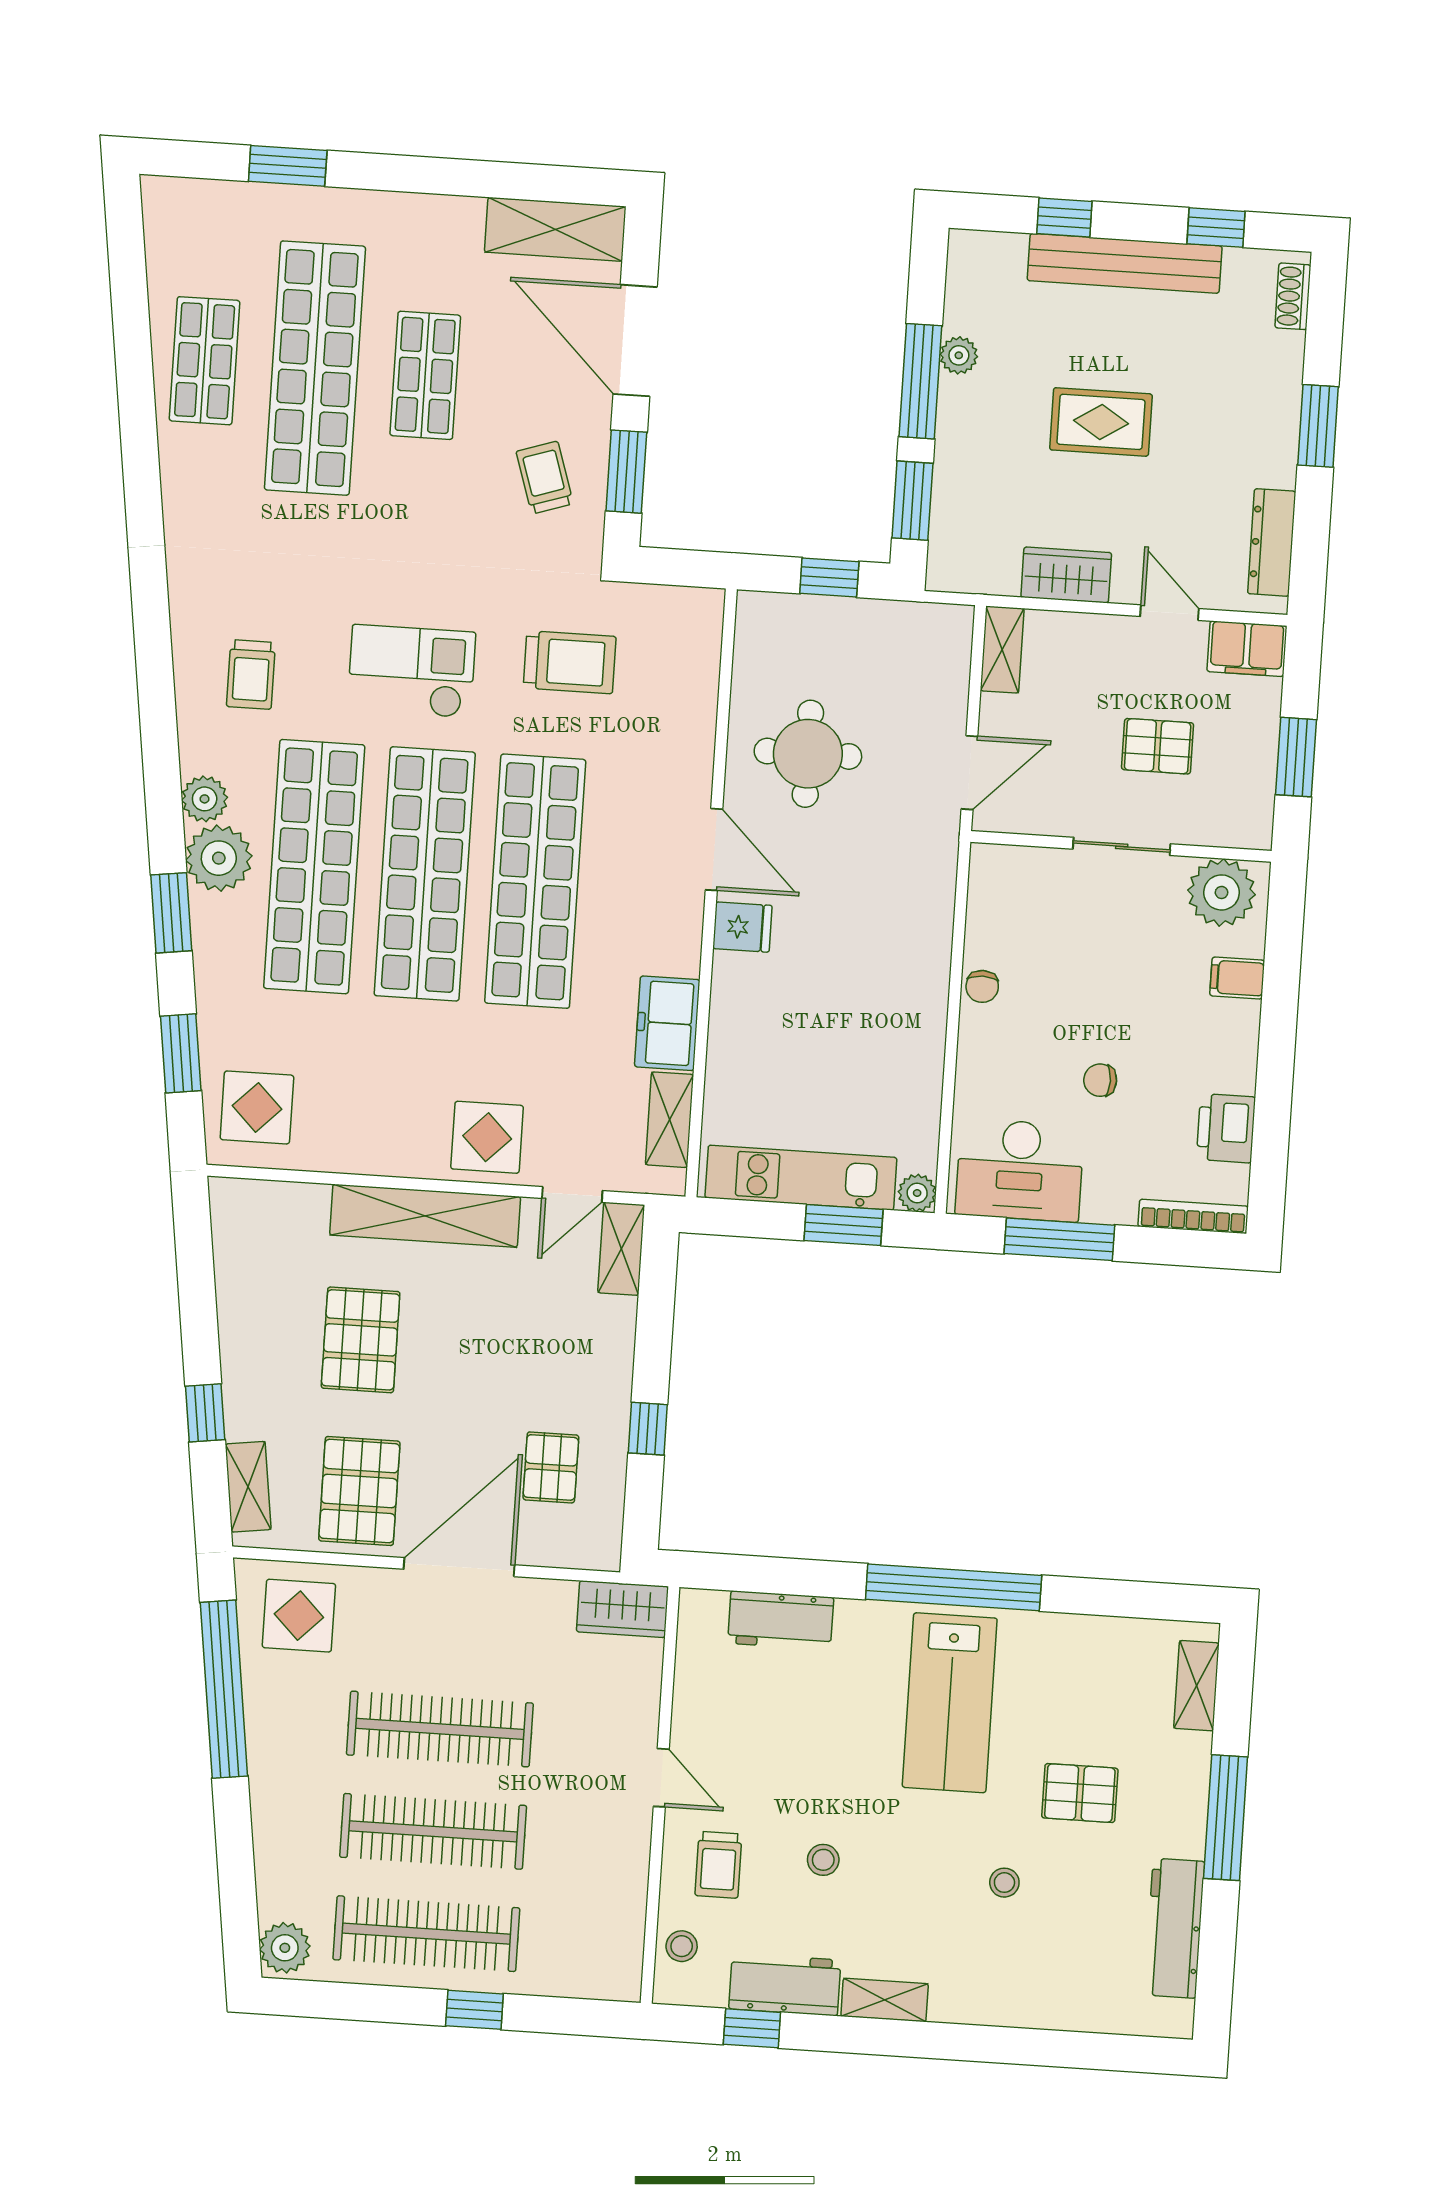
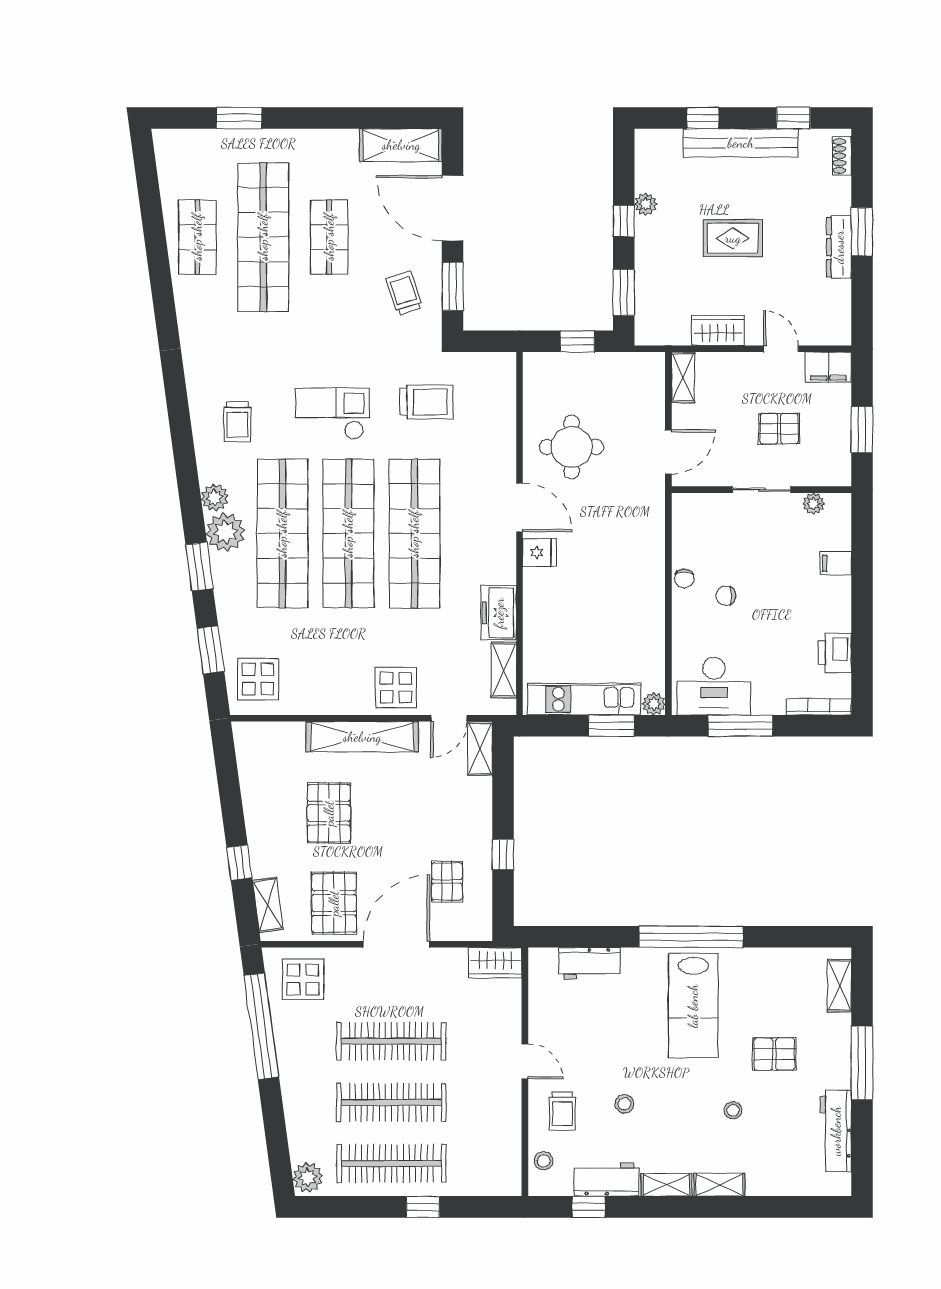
window: (920, 381) -> (624, 221), width x0.46
dresser: (1272, 542) -> (839, 247), moved
plant: (1222, 892) -> (813, 504), width x0.53, depth x0.53
chair: (1100, 1080) -> (726, 596), moved
shelving: (973, 2006) -> (719, 1185), added

